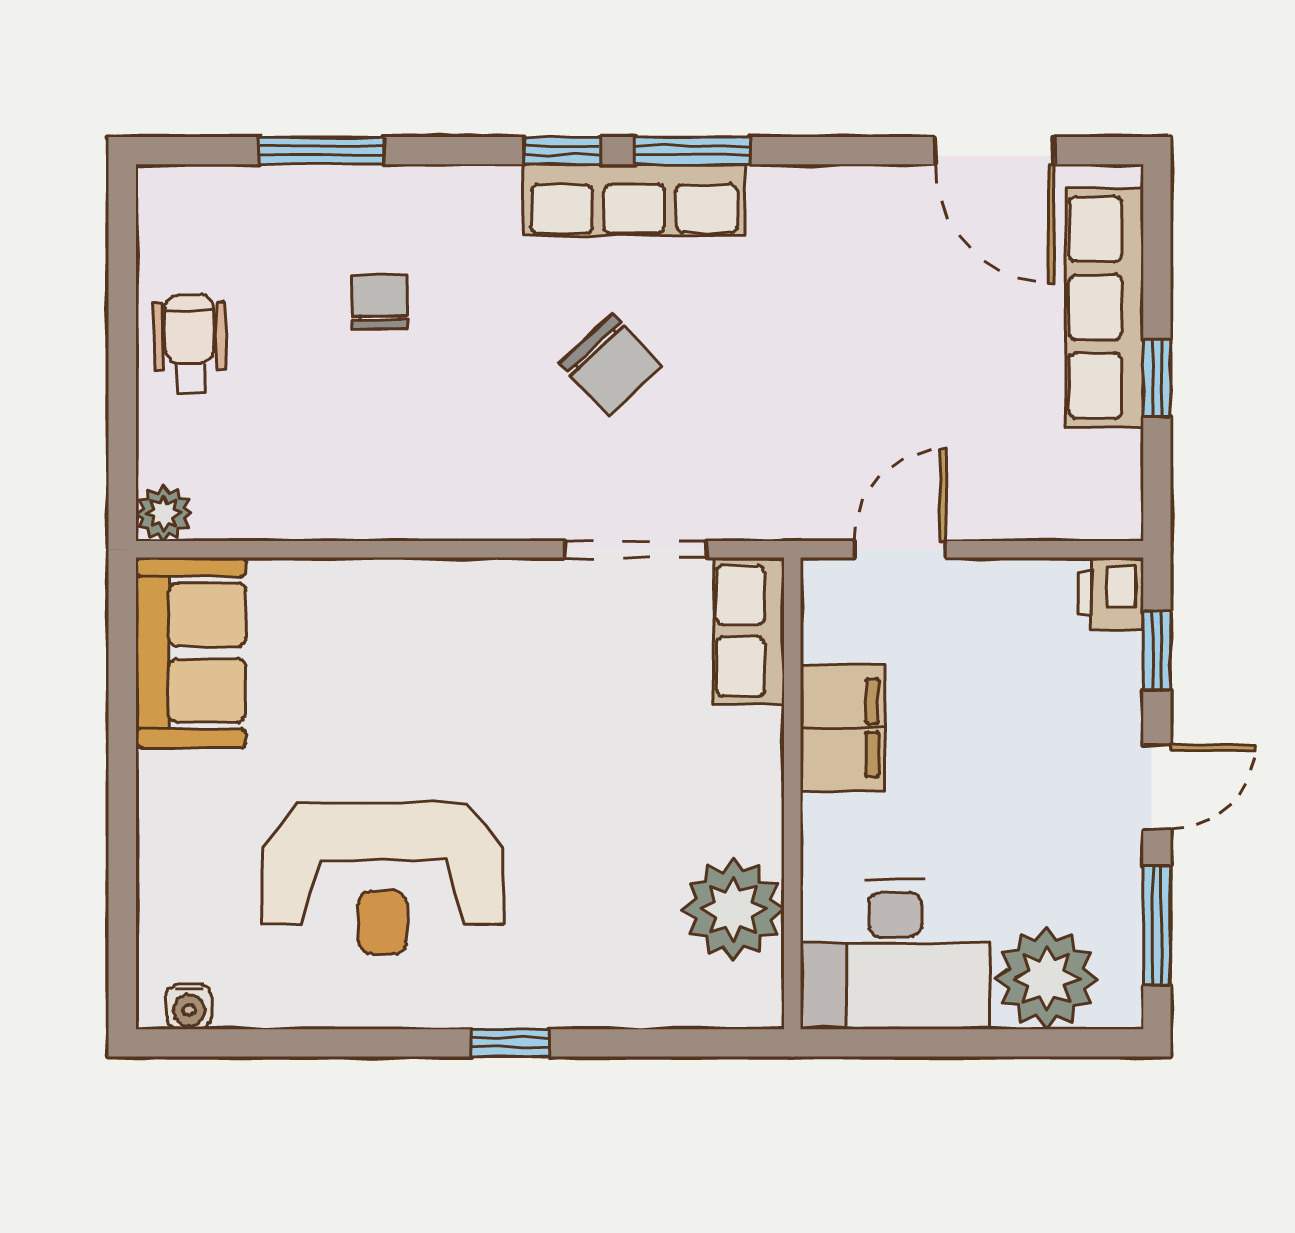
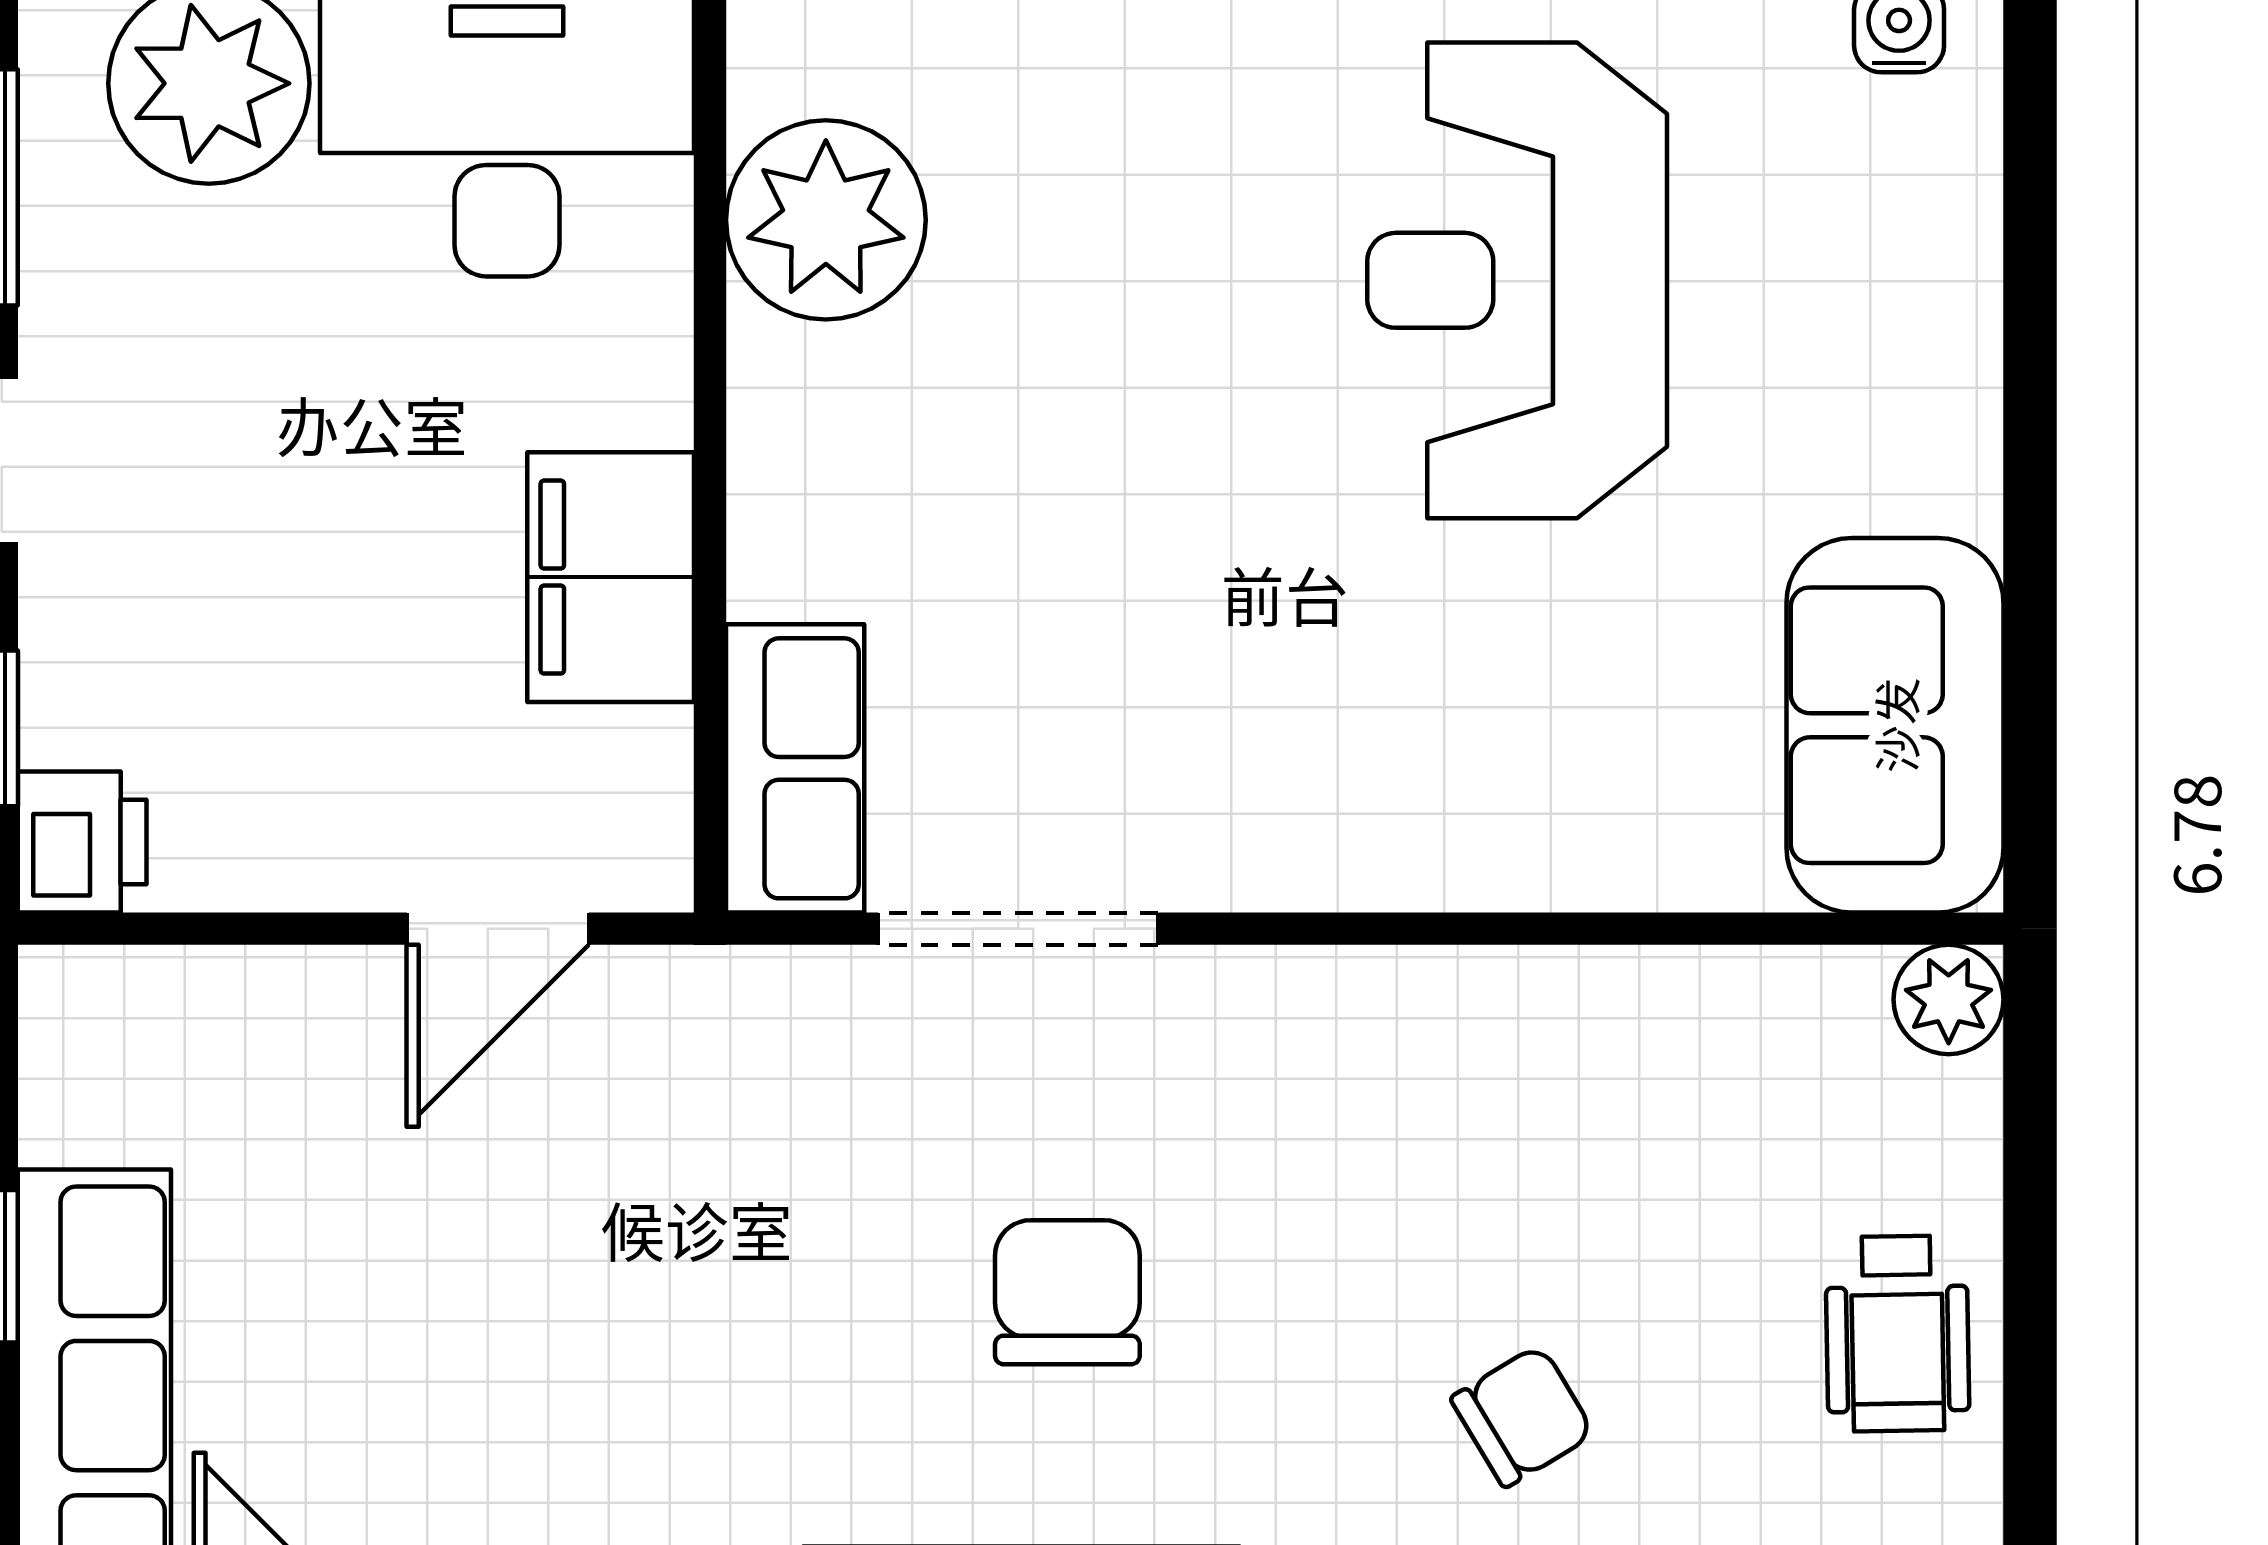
chair: (380, 302) -> (1523, 1416), turned -121
chair: (611, 365) -> (1067, 1292), turned 43
reception desk: (383, 878) -> (1517, 280), turned -90

